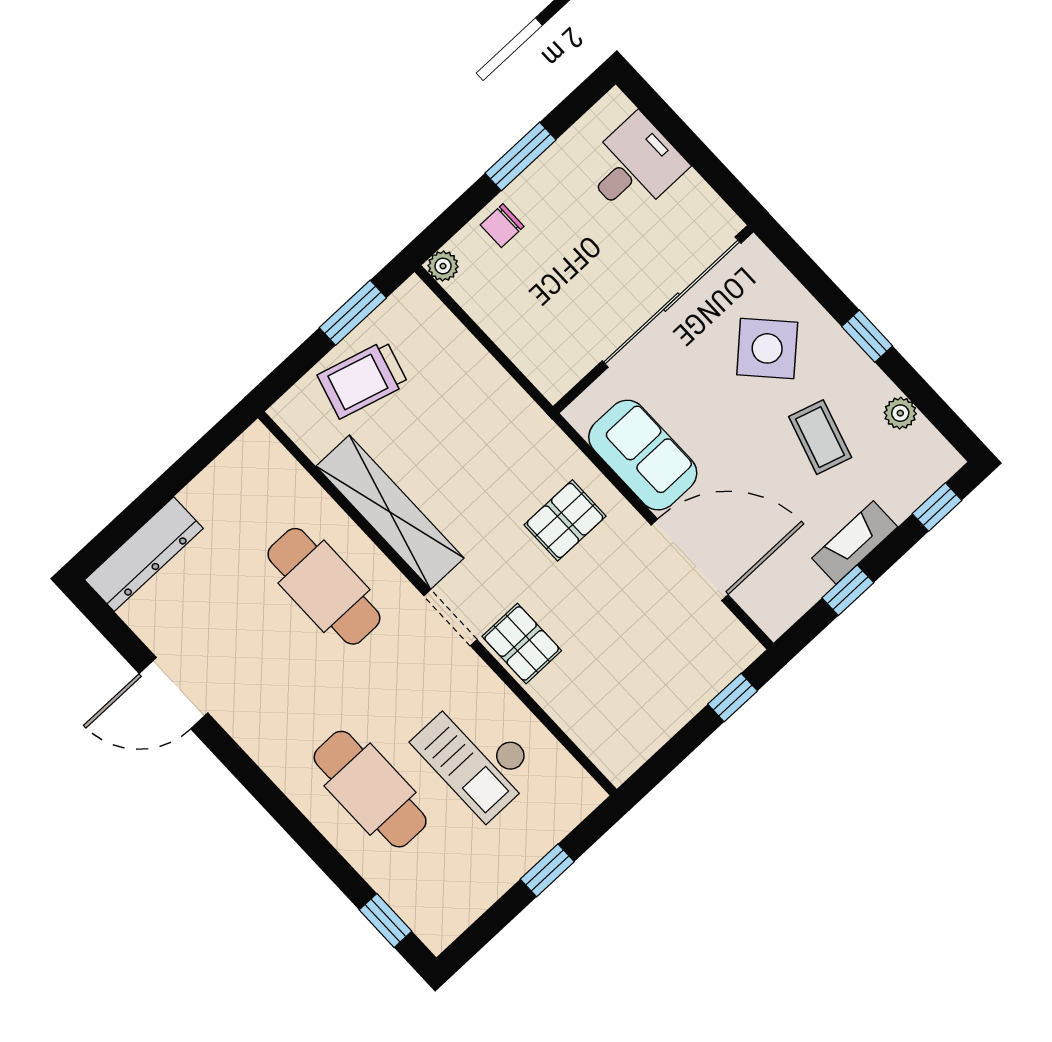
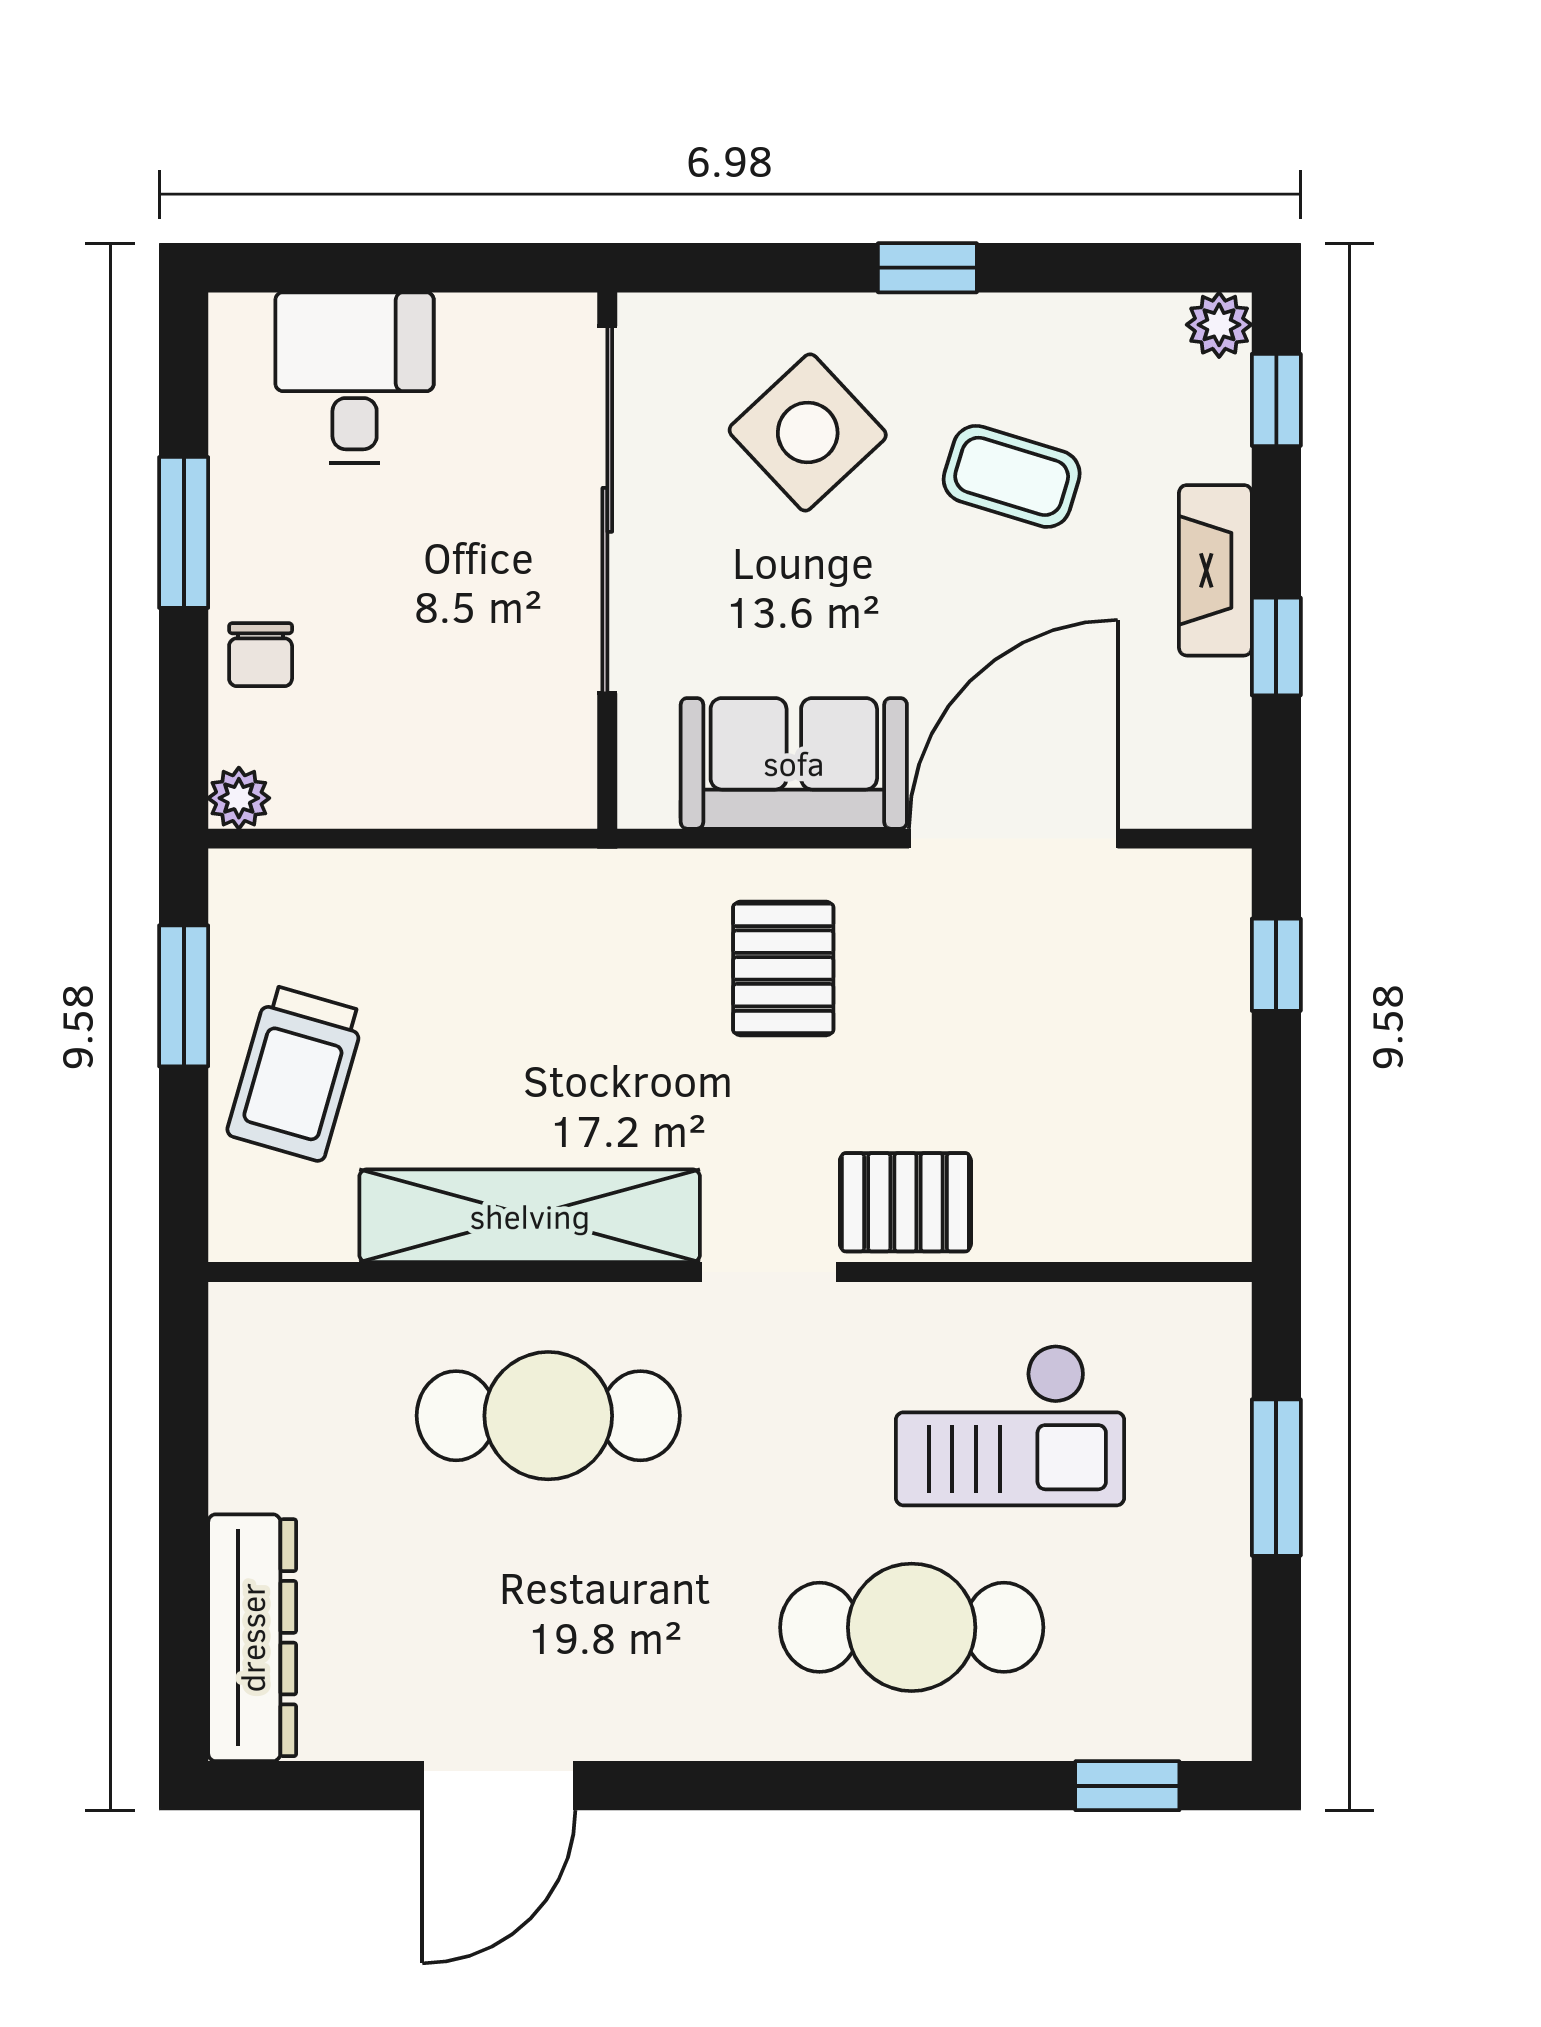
plant: (900, 413) -> (1219, 325), moved
window: (547, 870) -> (1276, 1478), width x1.50

